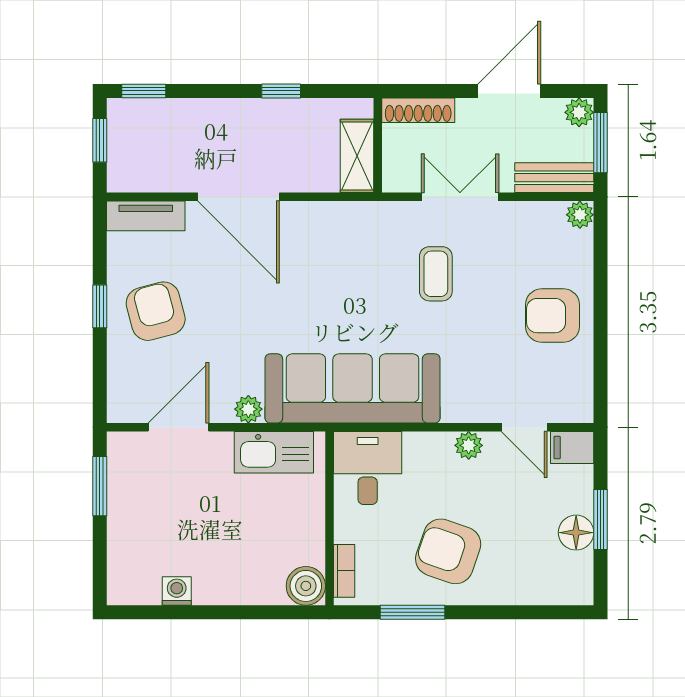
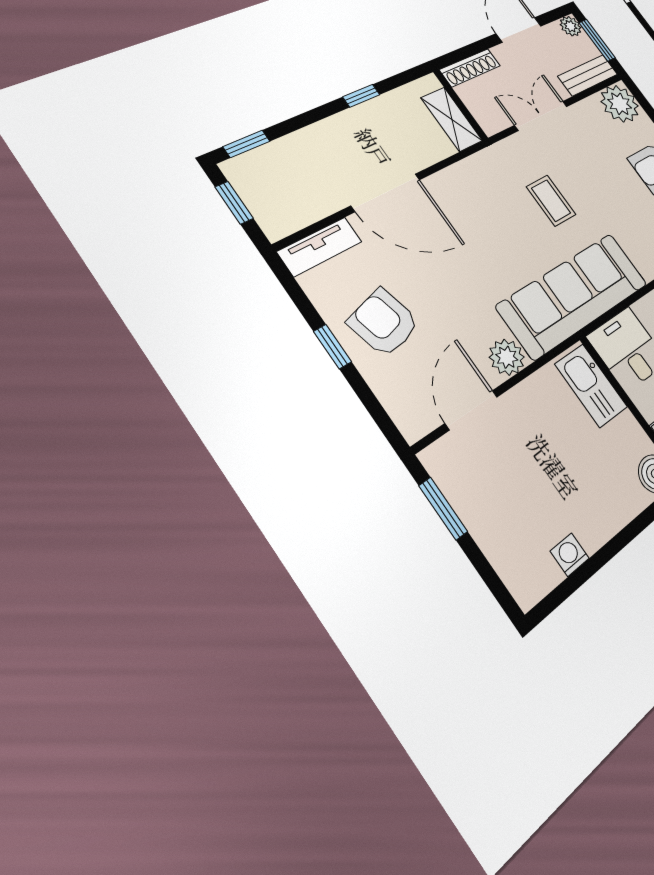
plant: (580, 215) -> (620, 104), width x1.88, depth x1.88
coffee table: (436, 274) -> (551, 201), moved
plant: (248, 409) -> (507, 357), width x1.38, depth x1.38
kitchen sink: (274, 452) -> (591, 385), moved, turned 90

